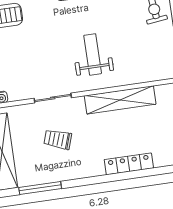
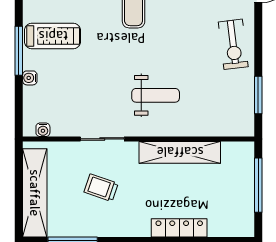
weight bench: (93, 54) -> (156, 95), turned 90

